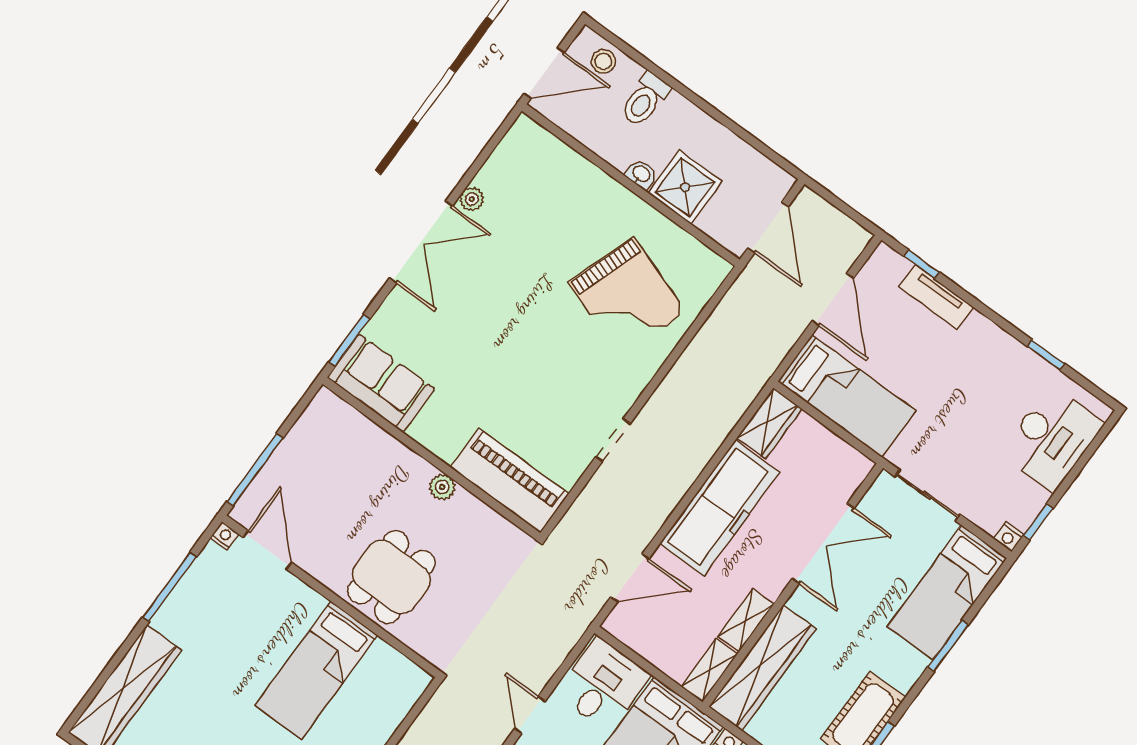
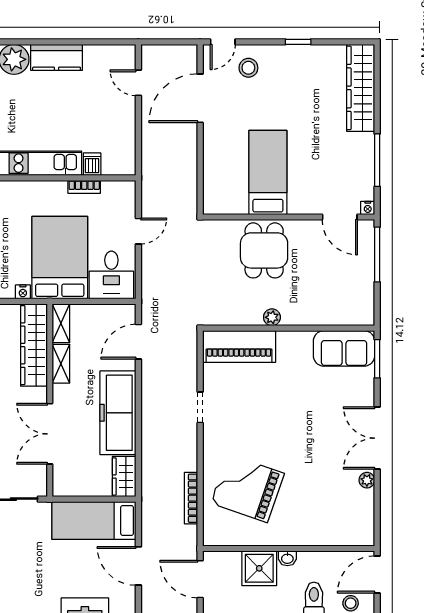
bookcase: (706, 336) -> (191, 498), added
door: (530, 715) -> (138, 231), hinge flipped

